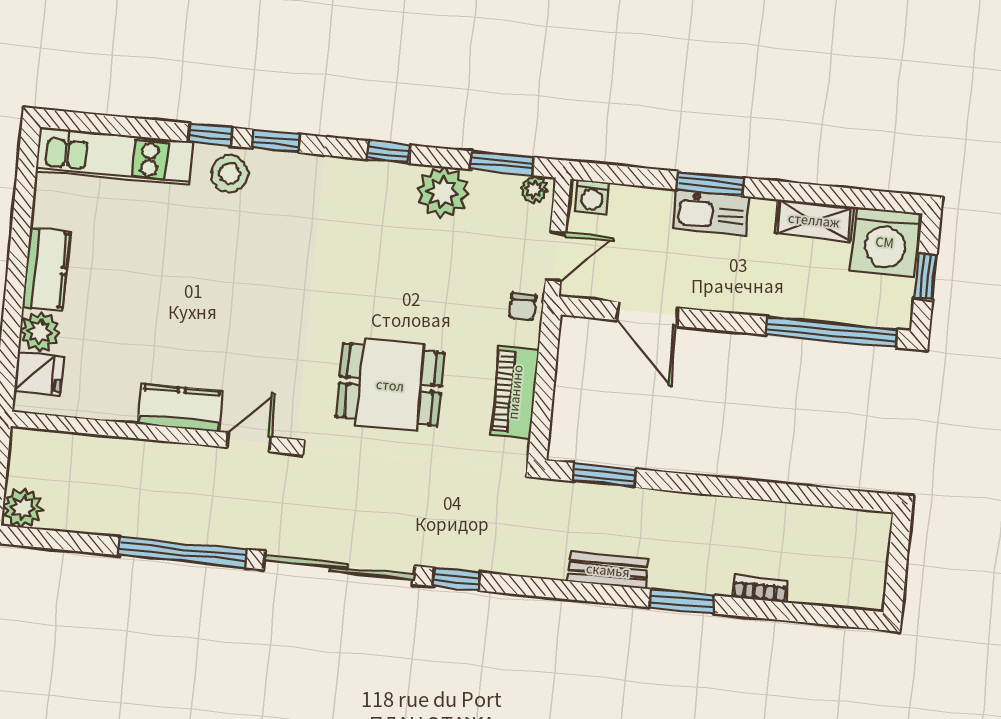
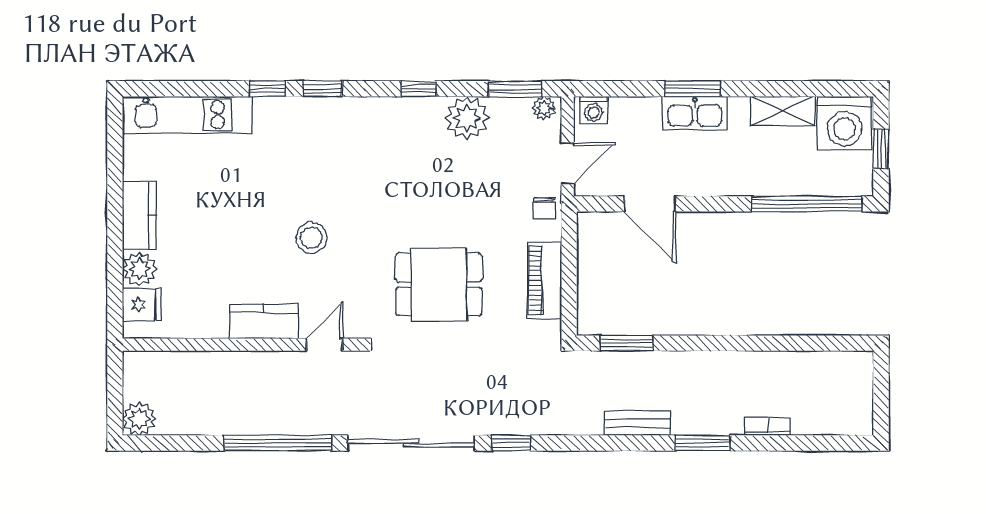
stool: (229, 174) -> (311, 238), moved

